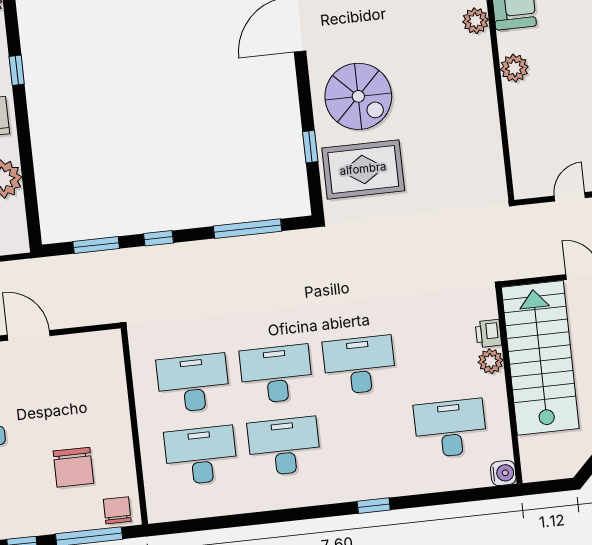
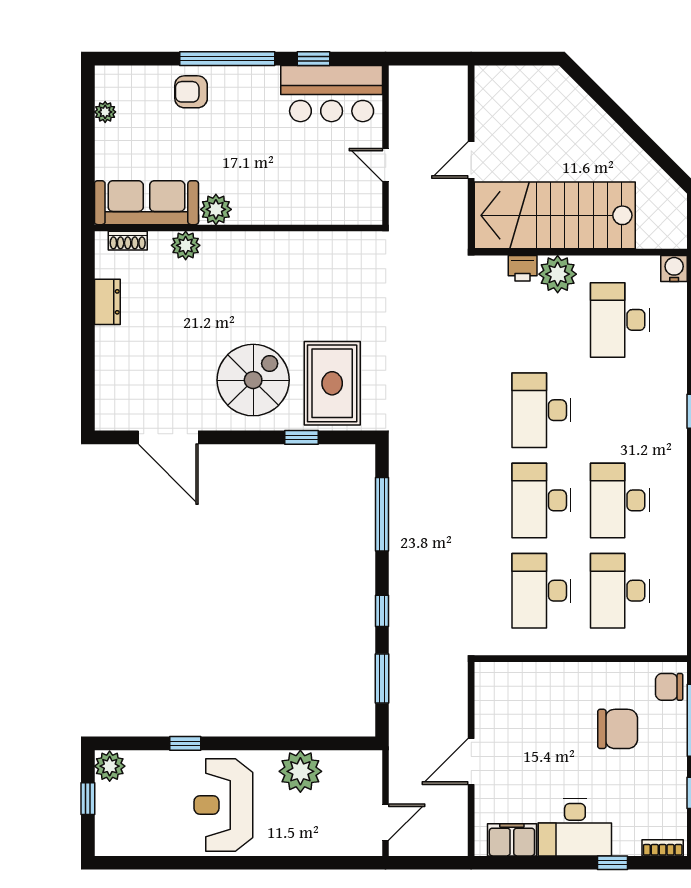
plant: (514, 68) -> (216, 209), moved
plant: (491, 361) -> (558, 274), width x1.36, depth x1.36

